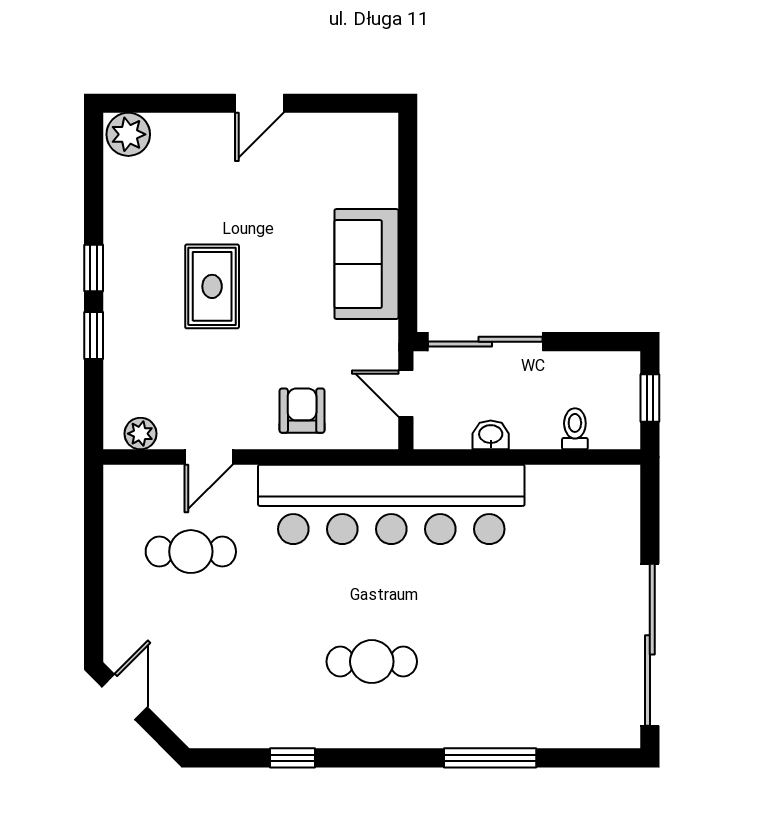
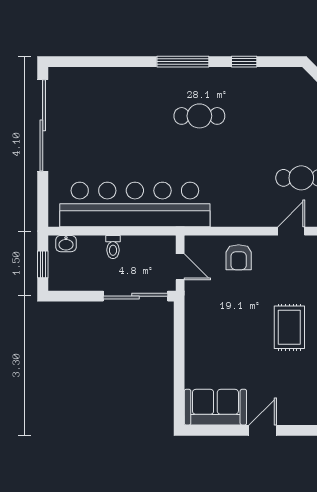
sofa: (366, 264) -> (215, 407), moved, turned -90
toilet: (575, 429) -> (113, 247), moved
washbasin: (491, 435) -> (66, 244), moved
bar counter: (391, 504) -> (135, 204), moved
window: (490, 758) -> (183, 62), moved

